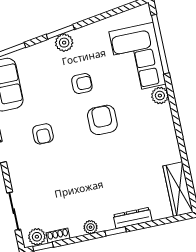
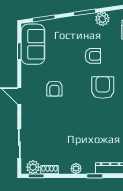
plant: (64, 43) -> (102, 19), moved

